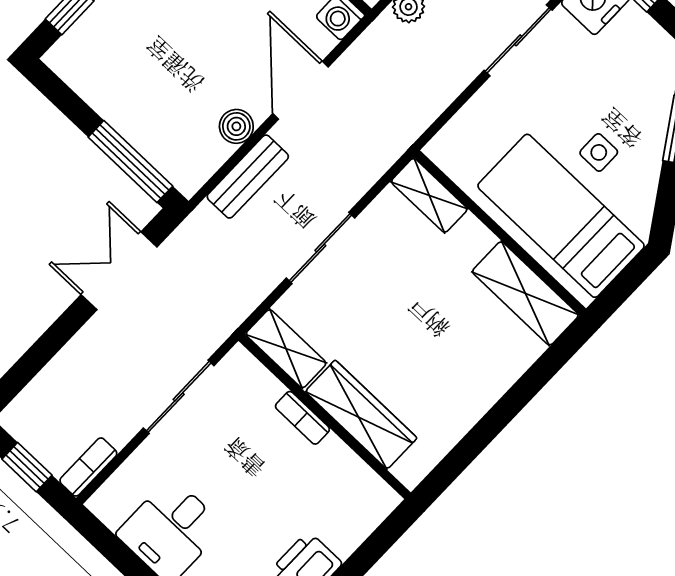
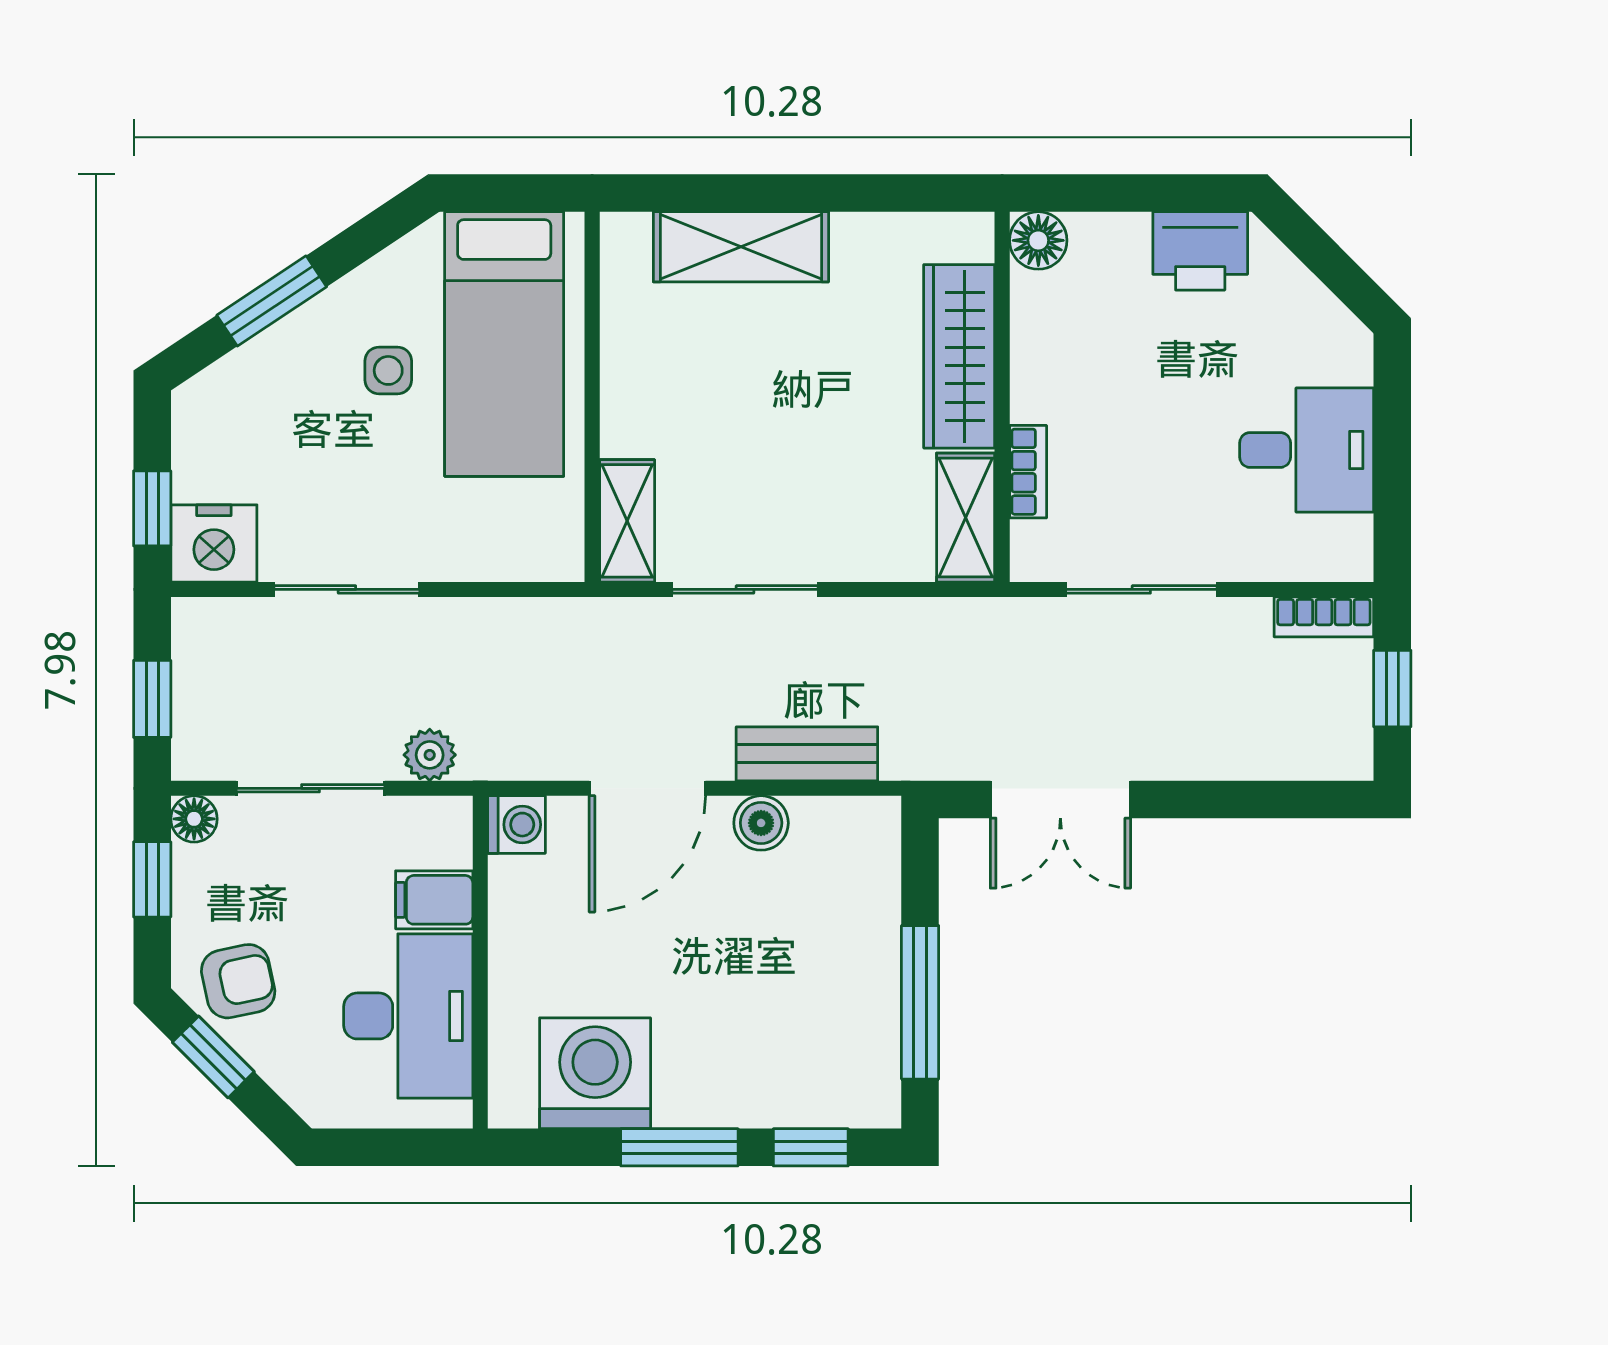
window: (130, 162) -> (920, 1002), moved
sliding door: (320, 248) -> (745, 589), moved
shelving: (525, 293) -> (741, 247), moved, turned 90
bookcase: (302, 418) -> (1028, 472), moved
floor lamp: (379, 500) -> (1038, 240), added

